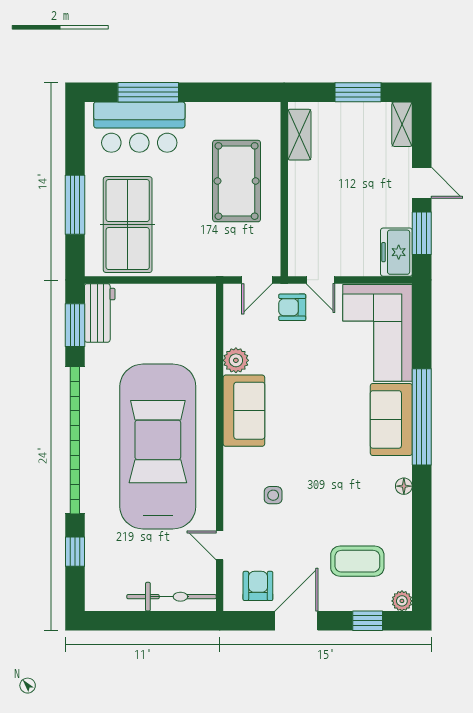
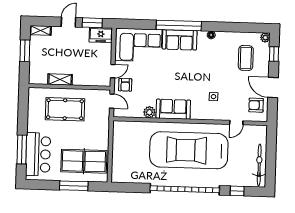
shelving: (299, 135) -> (60, 79), moved
workbench: (100, 313) -> (125, 176), removed
window: (75, 325) -> (130, 188), removed
bicycle: (172, 597) -> (259, 165), moved

